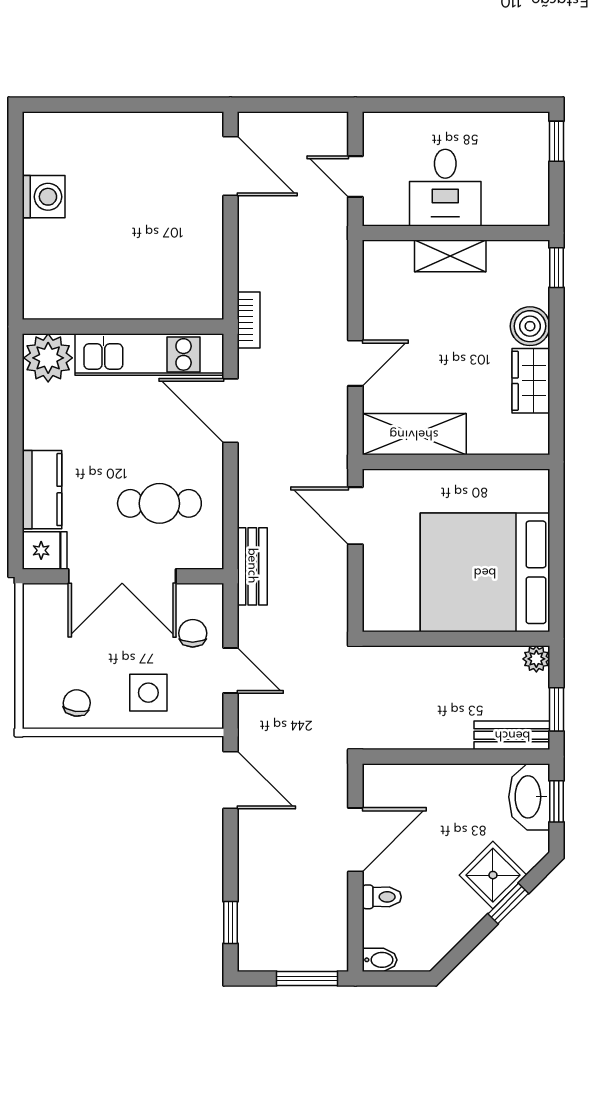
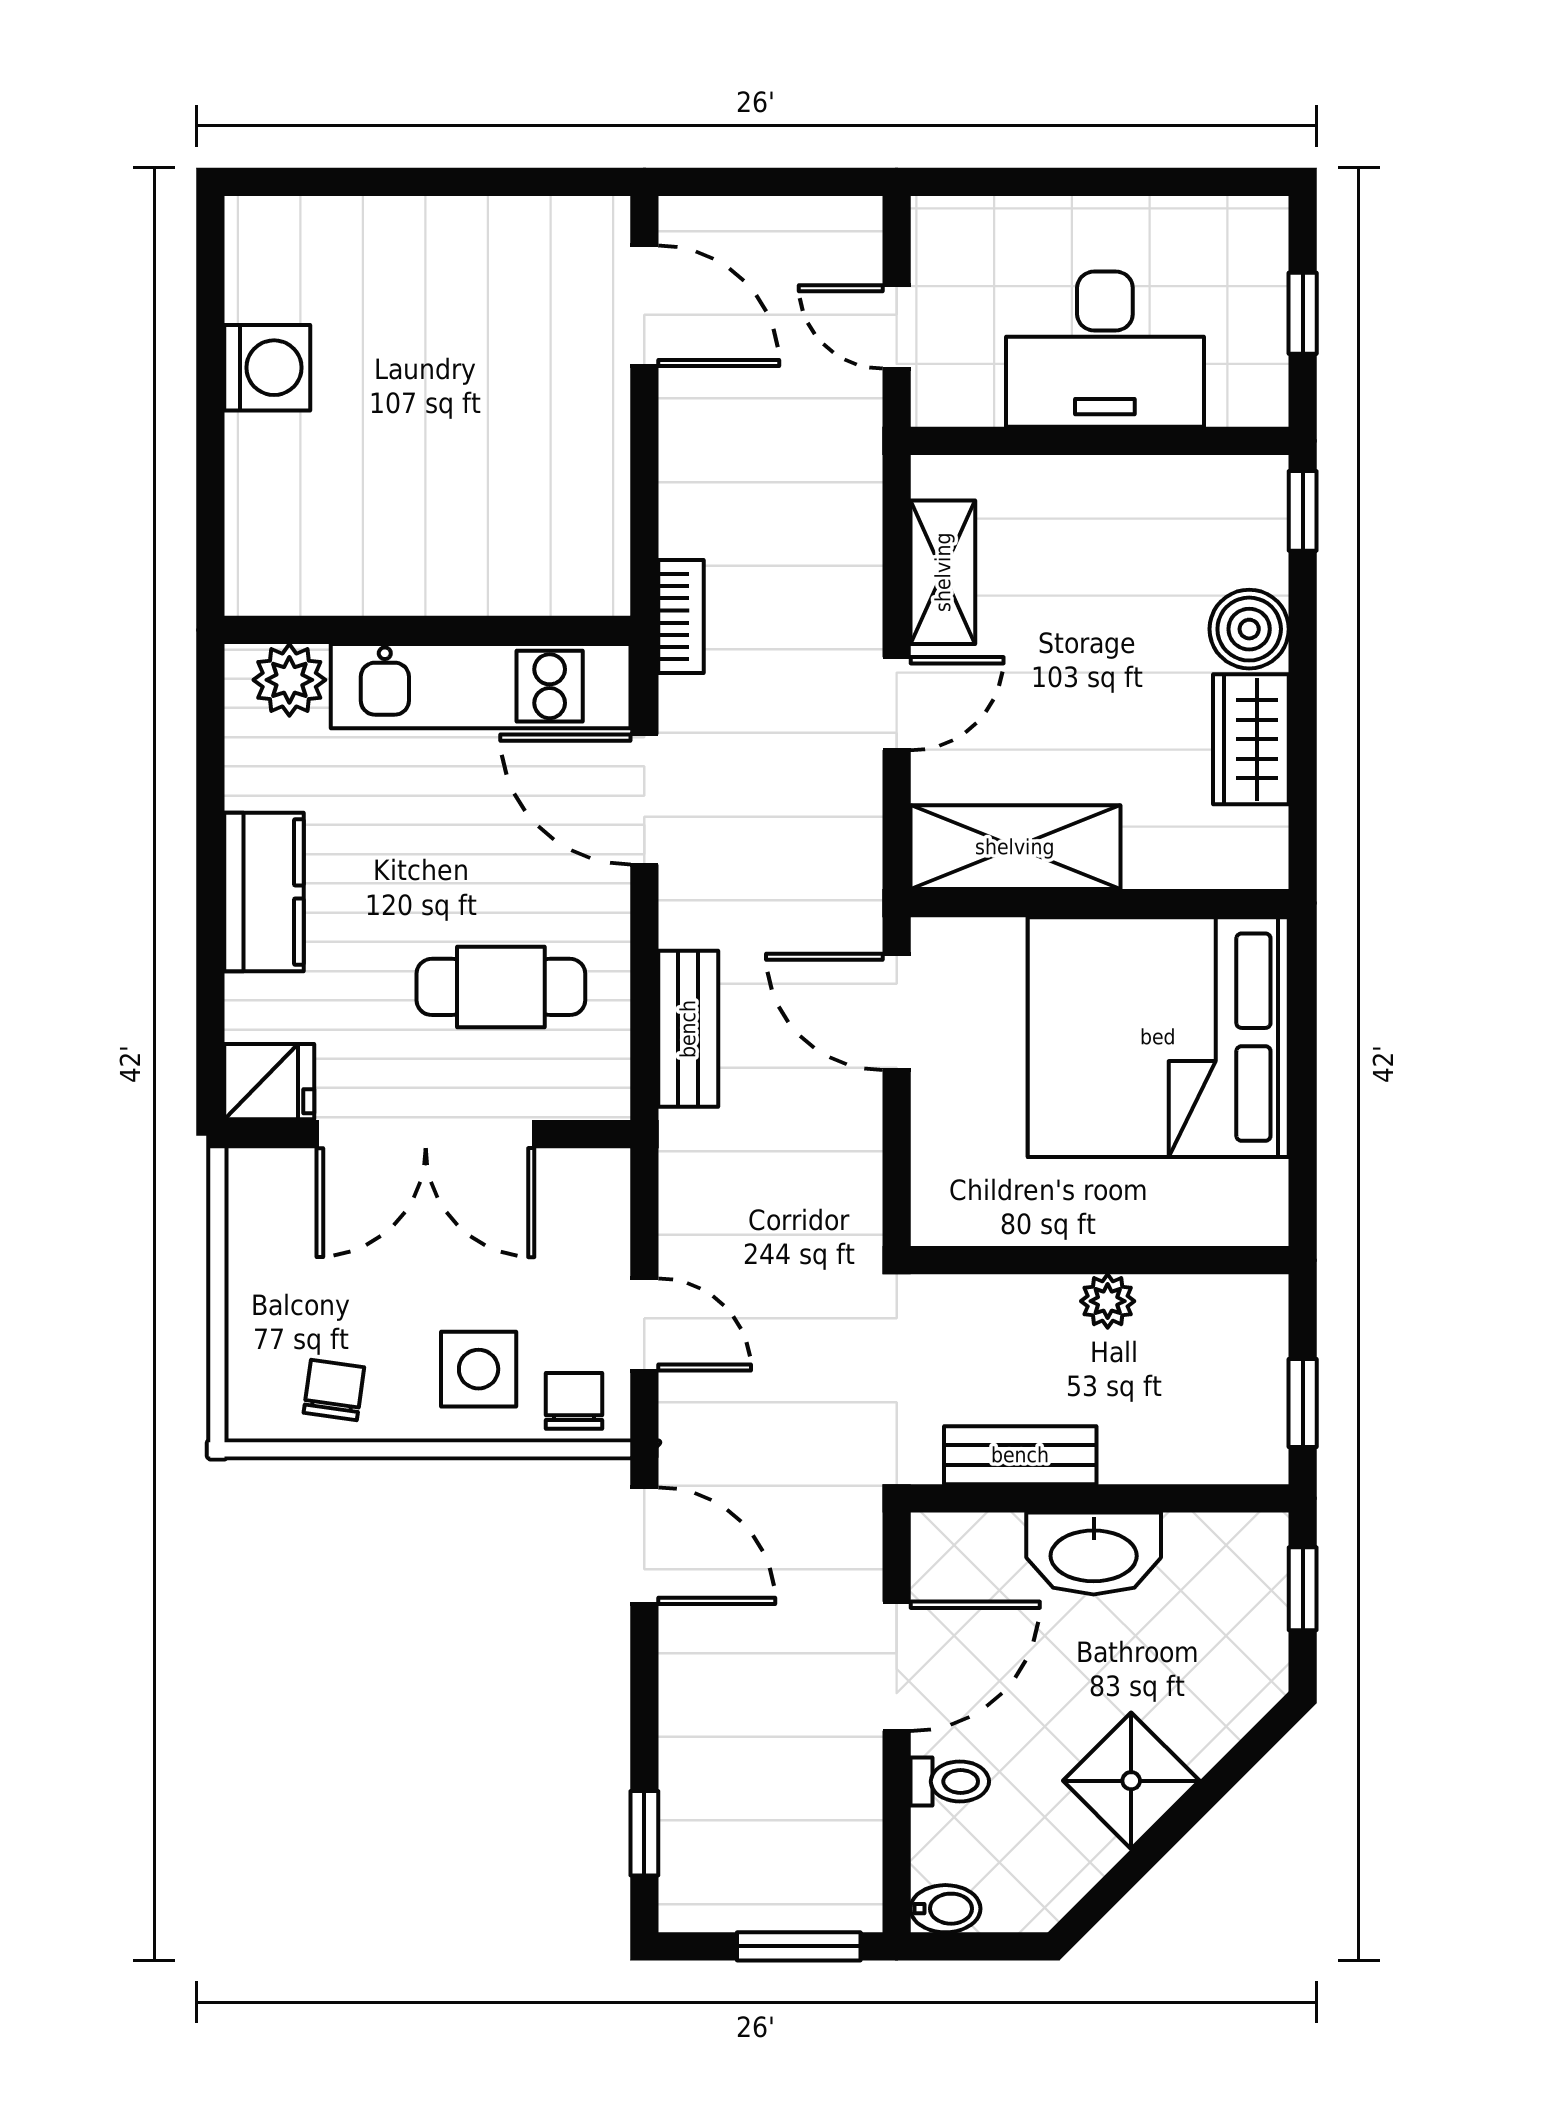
window: (556, 141) -> (1303, 313), moved
desk: (445, 188) -> (1105, 349), width x1.37
shelving: (450, 256) -> (943, 572), moved, turned 90
plant: (48, 358) -> (289, 680), width x0.73, depth x0.73
kitchen counter: (42, 490) -> (264, 892), moved
bench: (252, 566) -> (688, 1029), moved
bed: (485, 572) -> (1158, 1037), moved
chair: (193, 633) -> (574, 1401), moved
plant: (536, 659) -> (1108, 1301), moved
bench: (512, 735) -> (1020, 1455), moved
washbasin: (529, 797) -> (1094, 1553), moved, turned -90
shower: (493, 875) -> (1131, 1781), moved
window: (508, 904) -> (1205, 1795), removed

